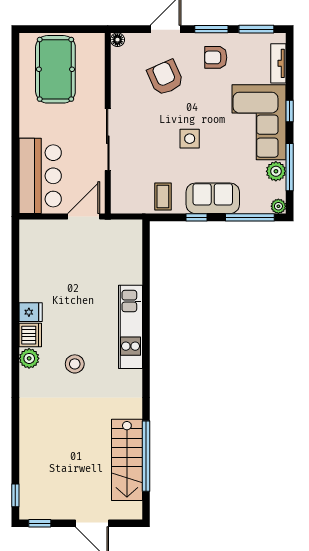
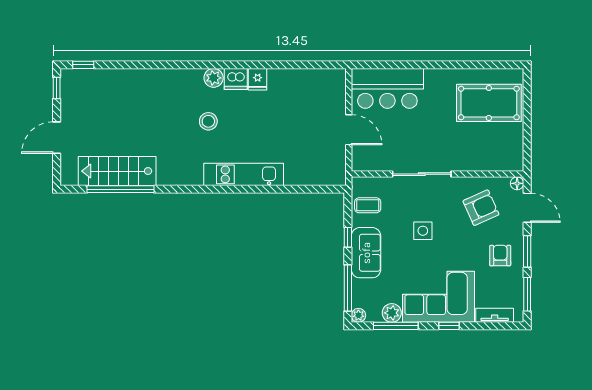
floor lamp: (117, 40) -> (517, 183), moved
wall: (108, 123) -> (437, 174), moved
sliding door: (108, 140) -> (422, 174), moved

